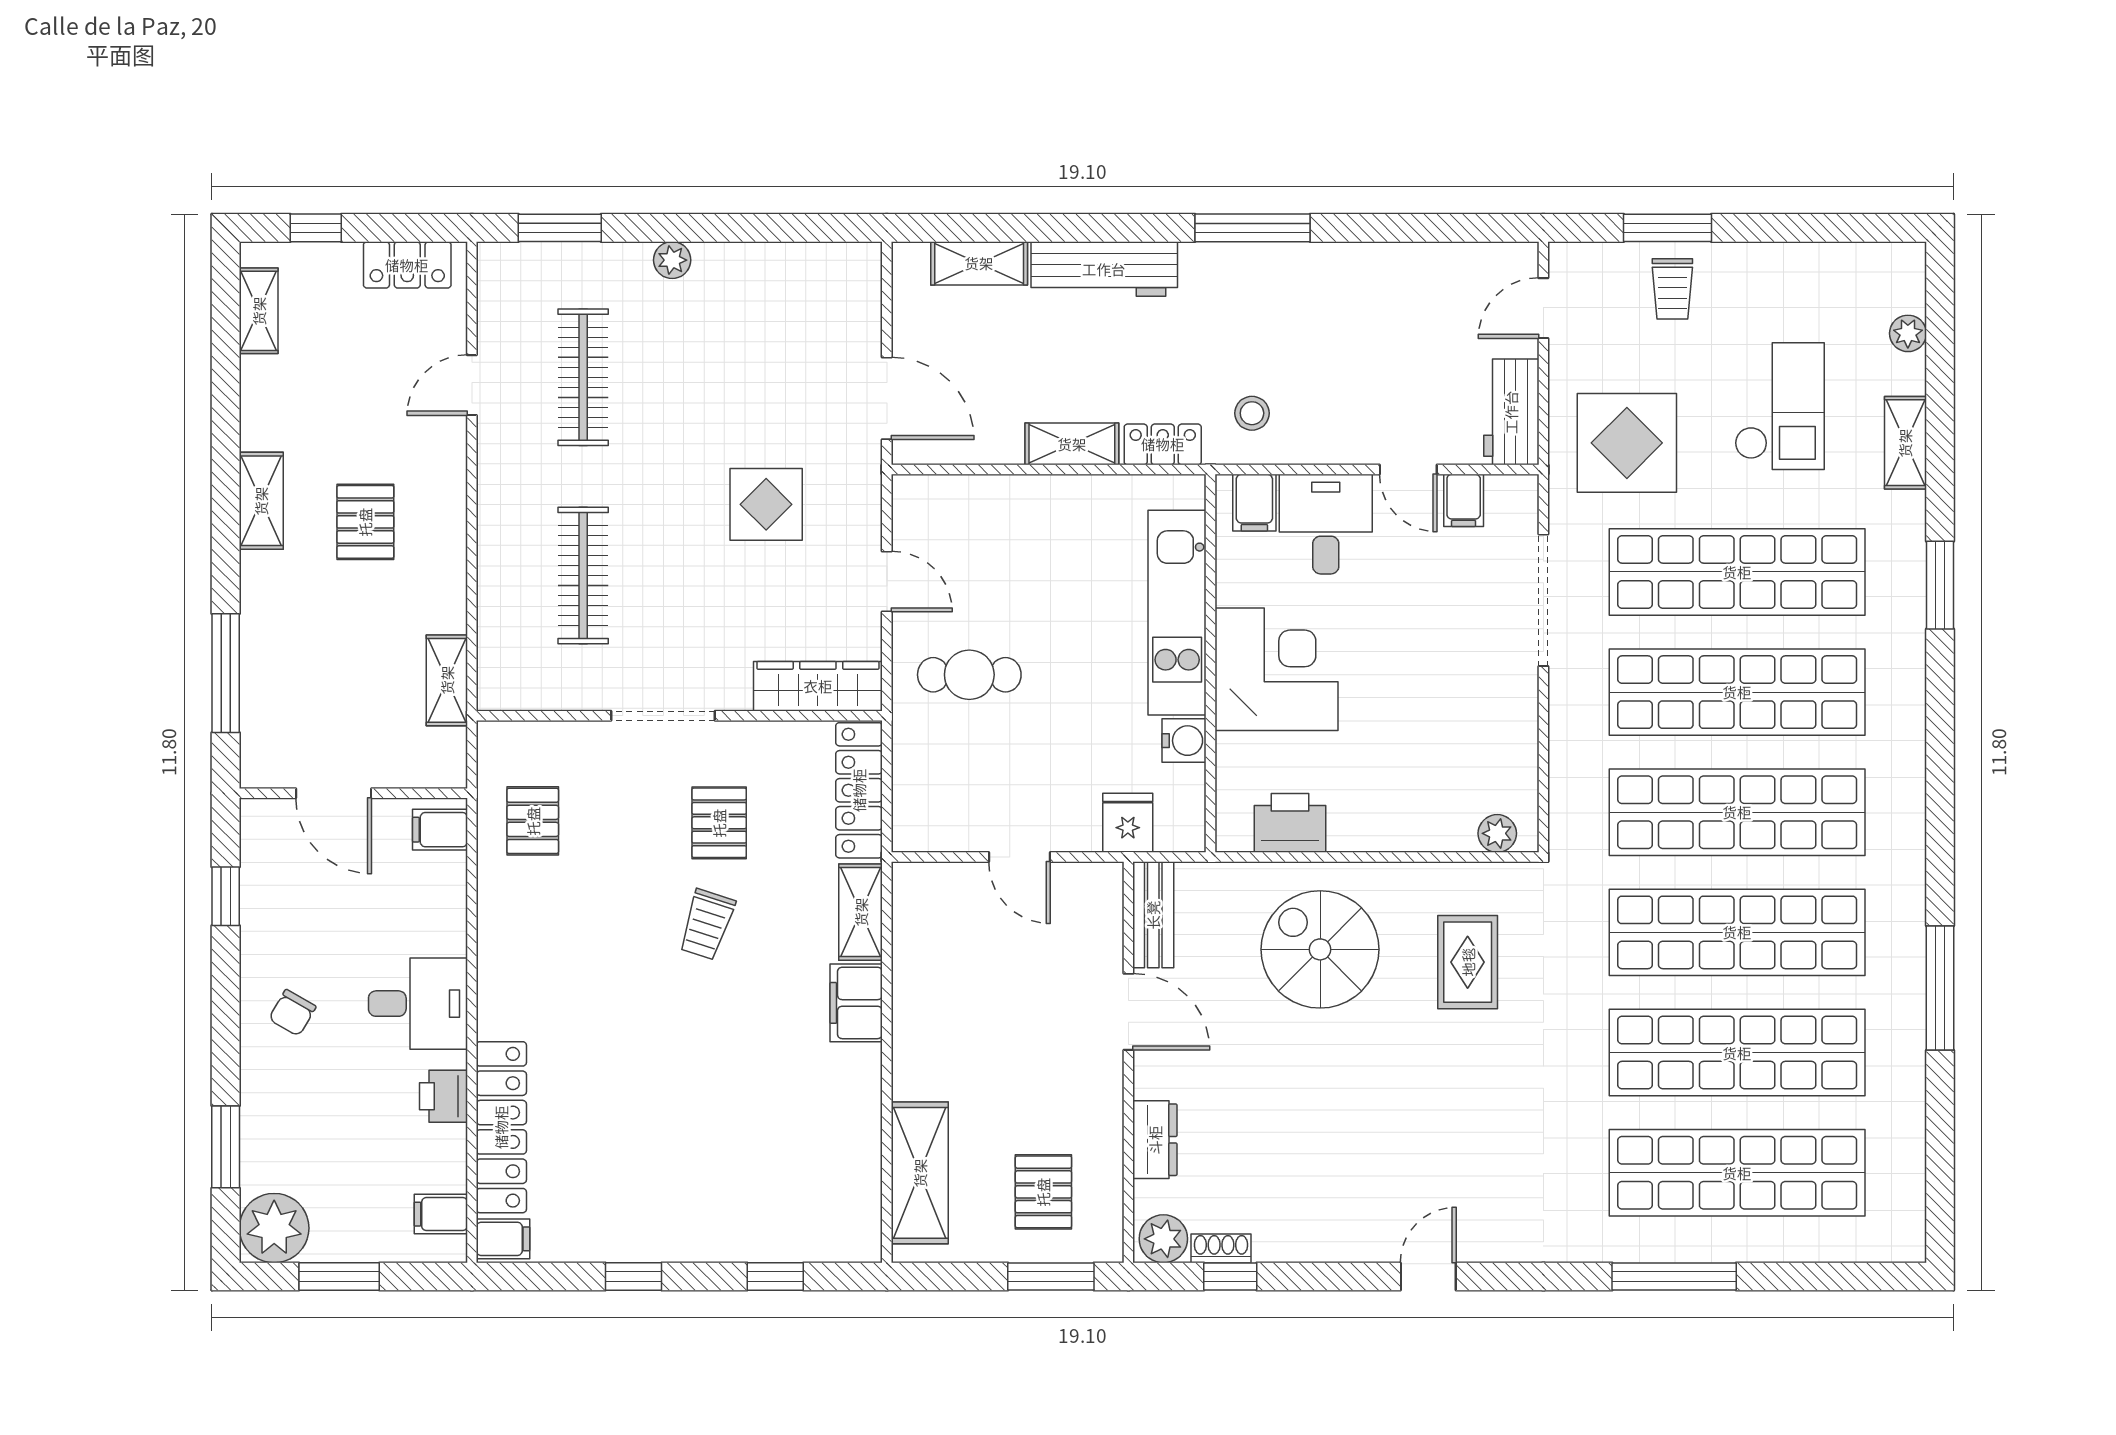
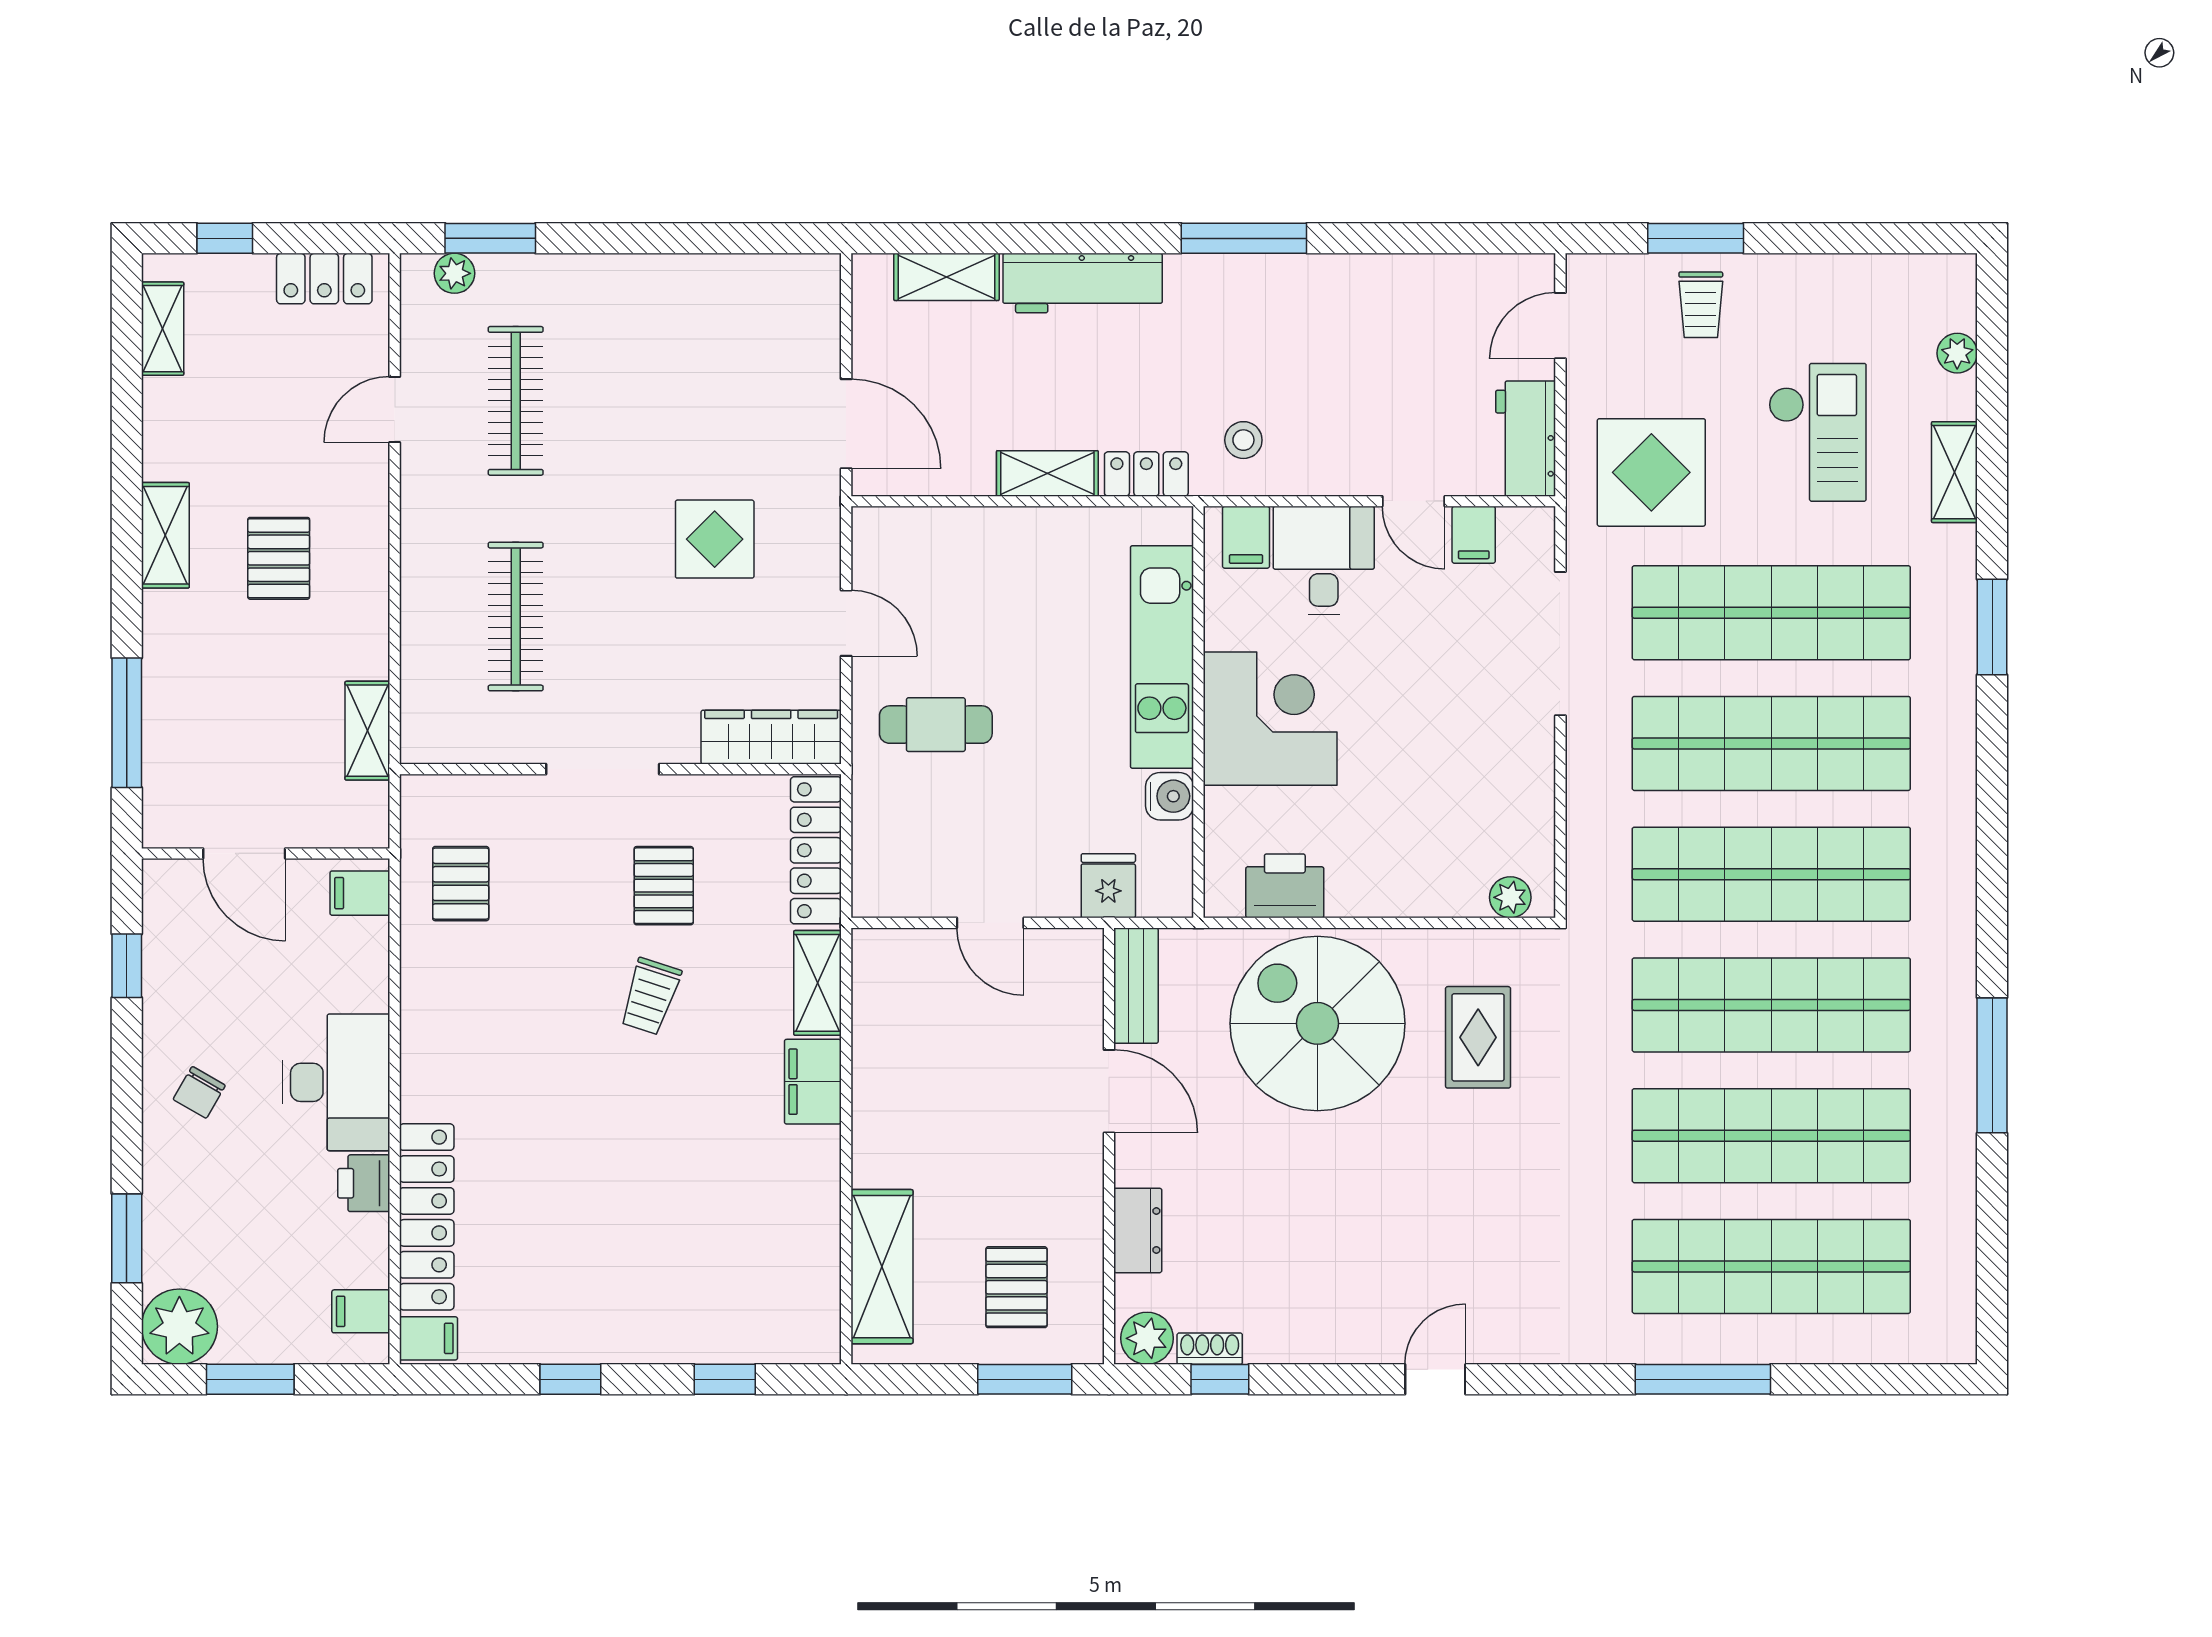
plant: (672, 260) -> (454, 273), moved
spiral stairs: (1320, 949) -> (1317, 1023), width x1.37, depth x1.37
desk: (418, 1004) -> (336, 1082), width x1.37

